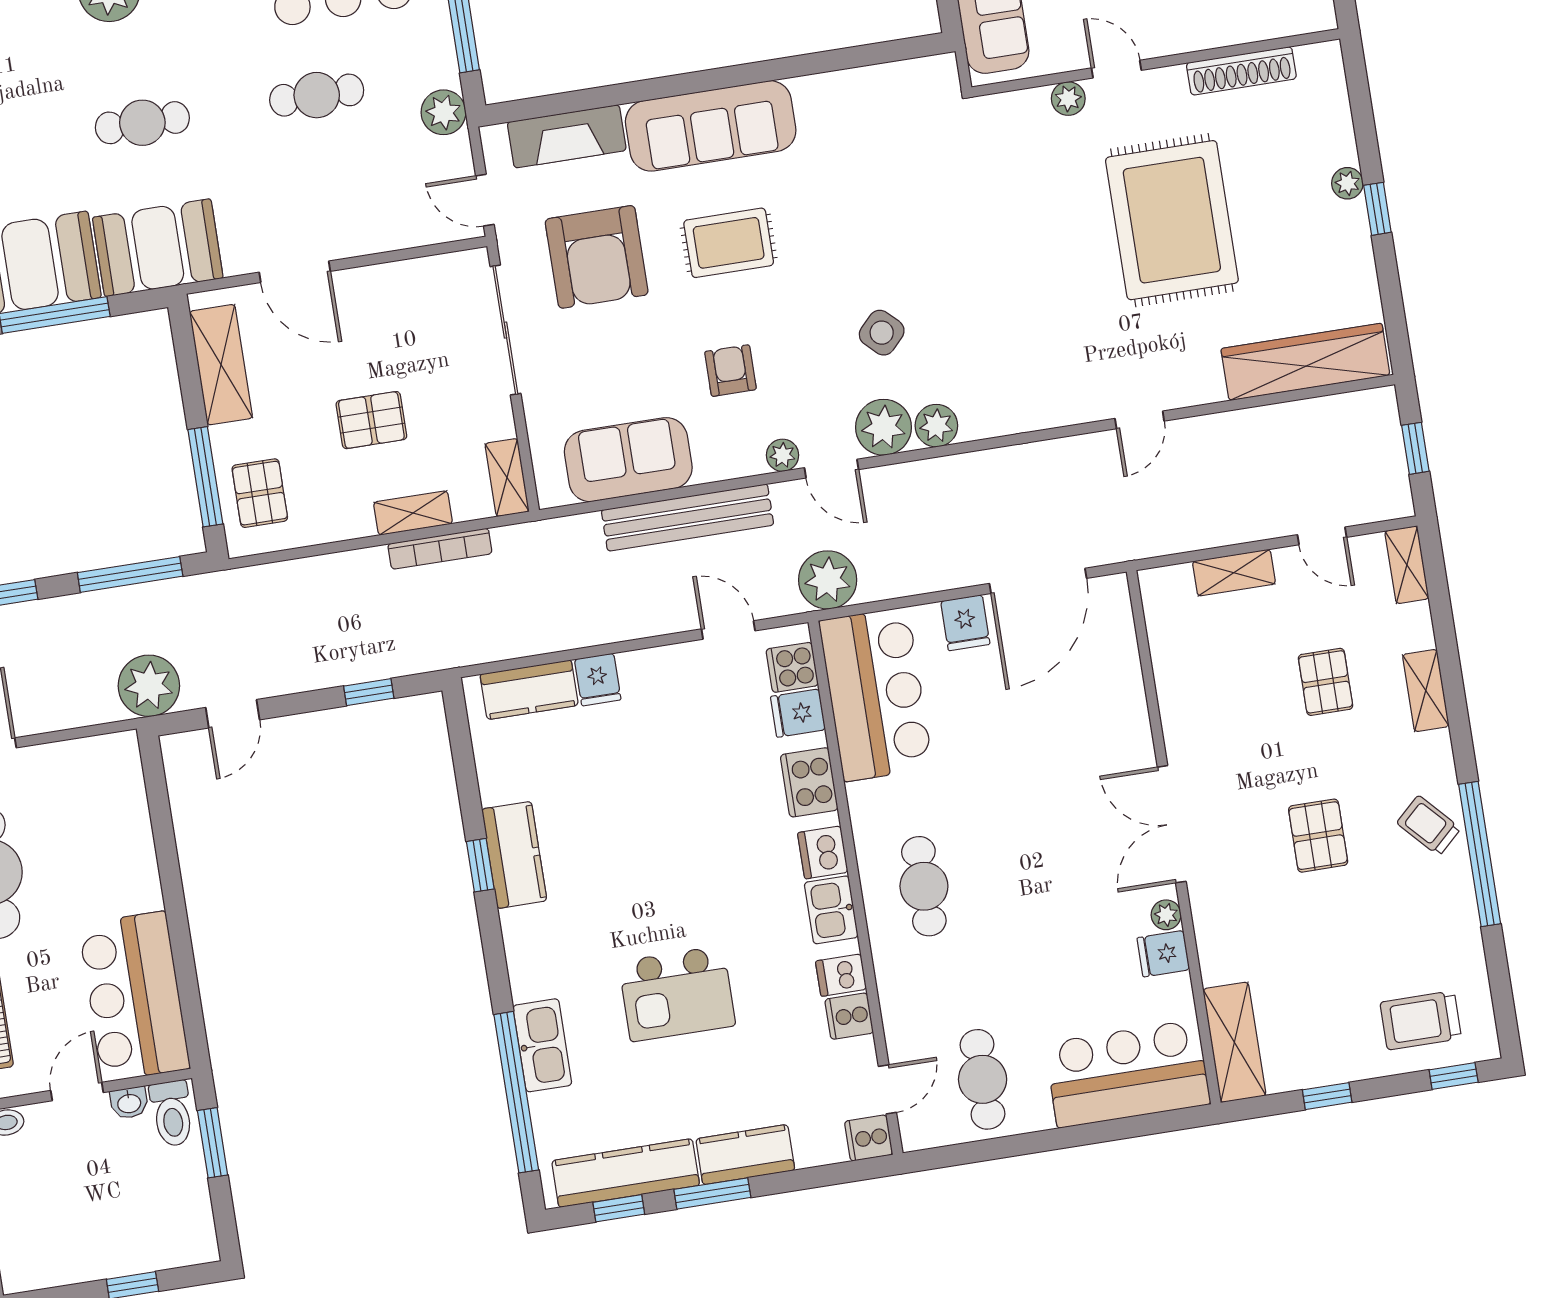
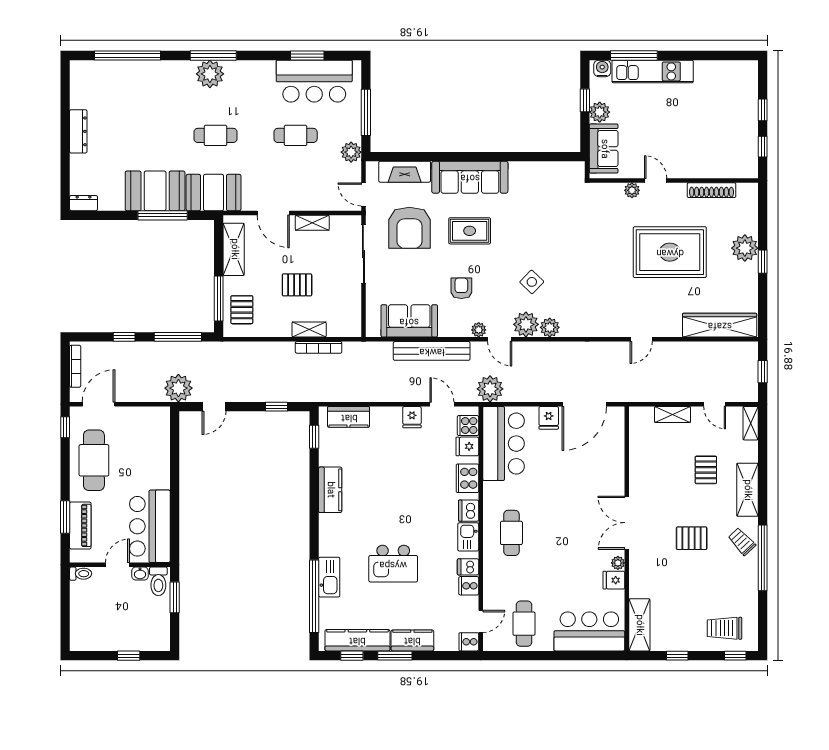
plant: (1347, 183) -> (745, 248), width x1.88, depth x1.88
rug: (1172, 220) -> (670, 252), turned 90
shelving: (507, 477) -> (312, 223), moved, turned 90
fridge: (598, 680) -> (412, 417), moved
shelving: (1426, 691) -> (747, 490), width x1.50, depth x1.33
pallet: (1318, 836) -> (692, 538), turned 90
window: (480, 865) -> (314, 437), moved

